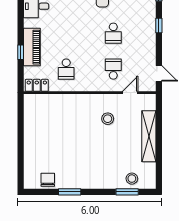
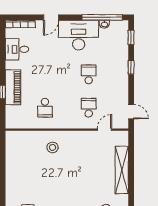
school desk: (113, 33) -> (89, 74), turned 180
locker: (37, 85) -> (18, 123), removed
stool: (108, 119) -> (52, 147), moved

